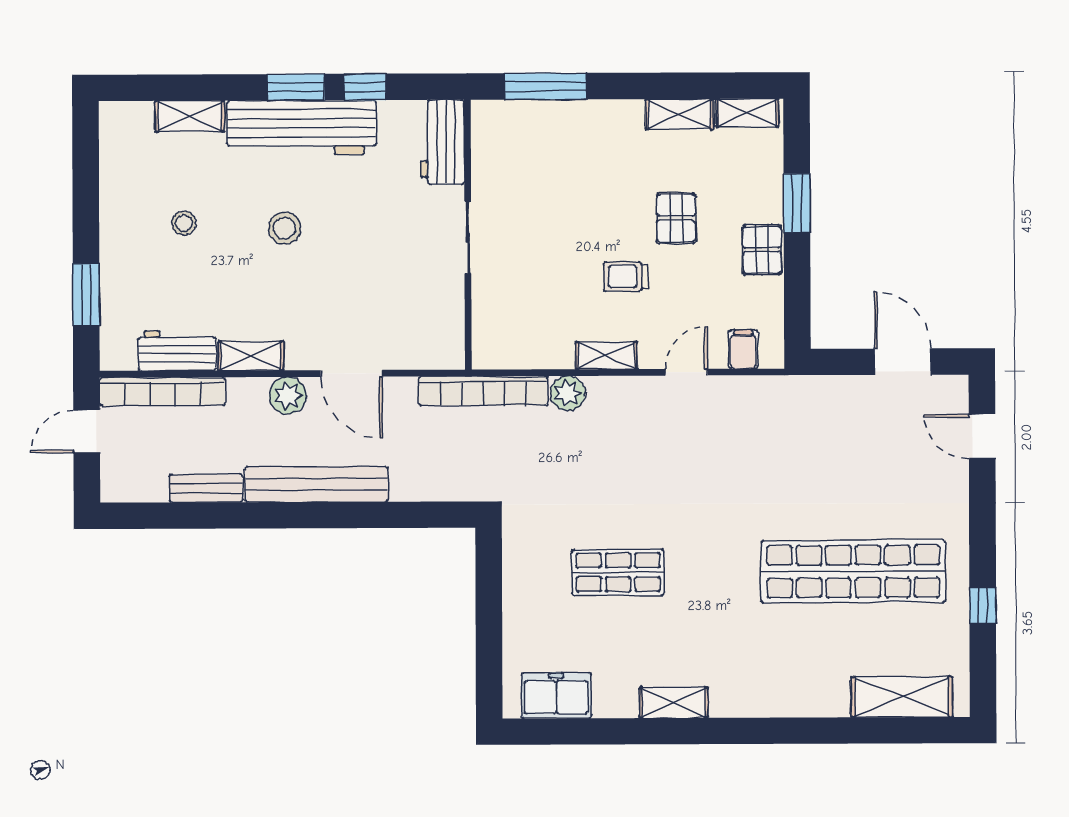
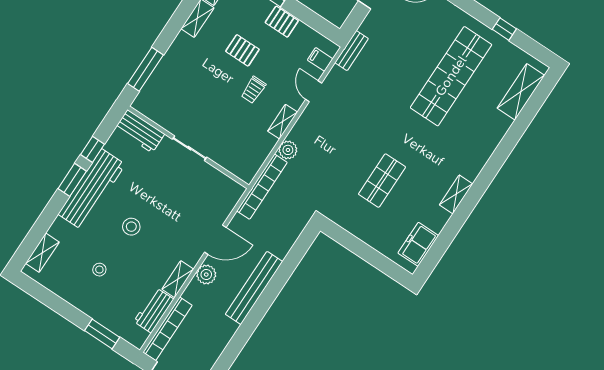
shelving: (190, 116) -> (42, 253), moved
bench: (206, 488) -> (352, 51), moved

